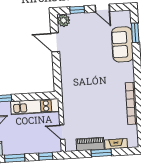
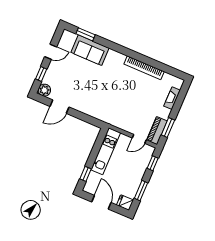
piano: (90, 144) -> (157, 131), moved
window: (101, 153) -> (168, 127), moved

